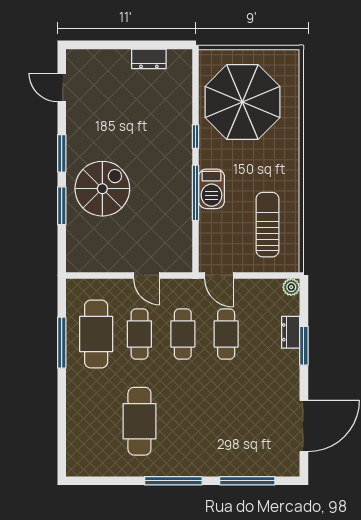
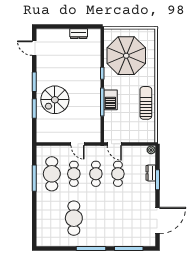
spiral stairs: (102, 189) -> (55, 100), turned 180
sun lounger: (268, 225) -> (146, 103), moved

